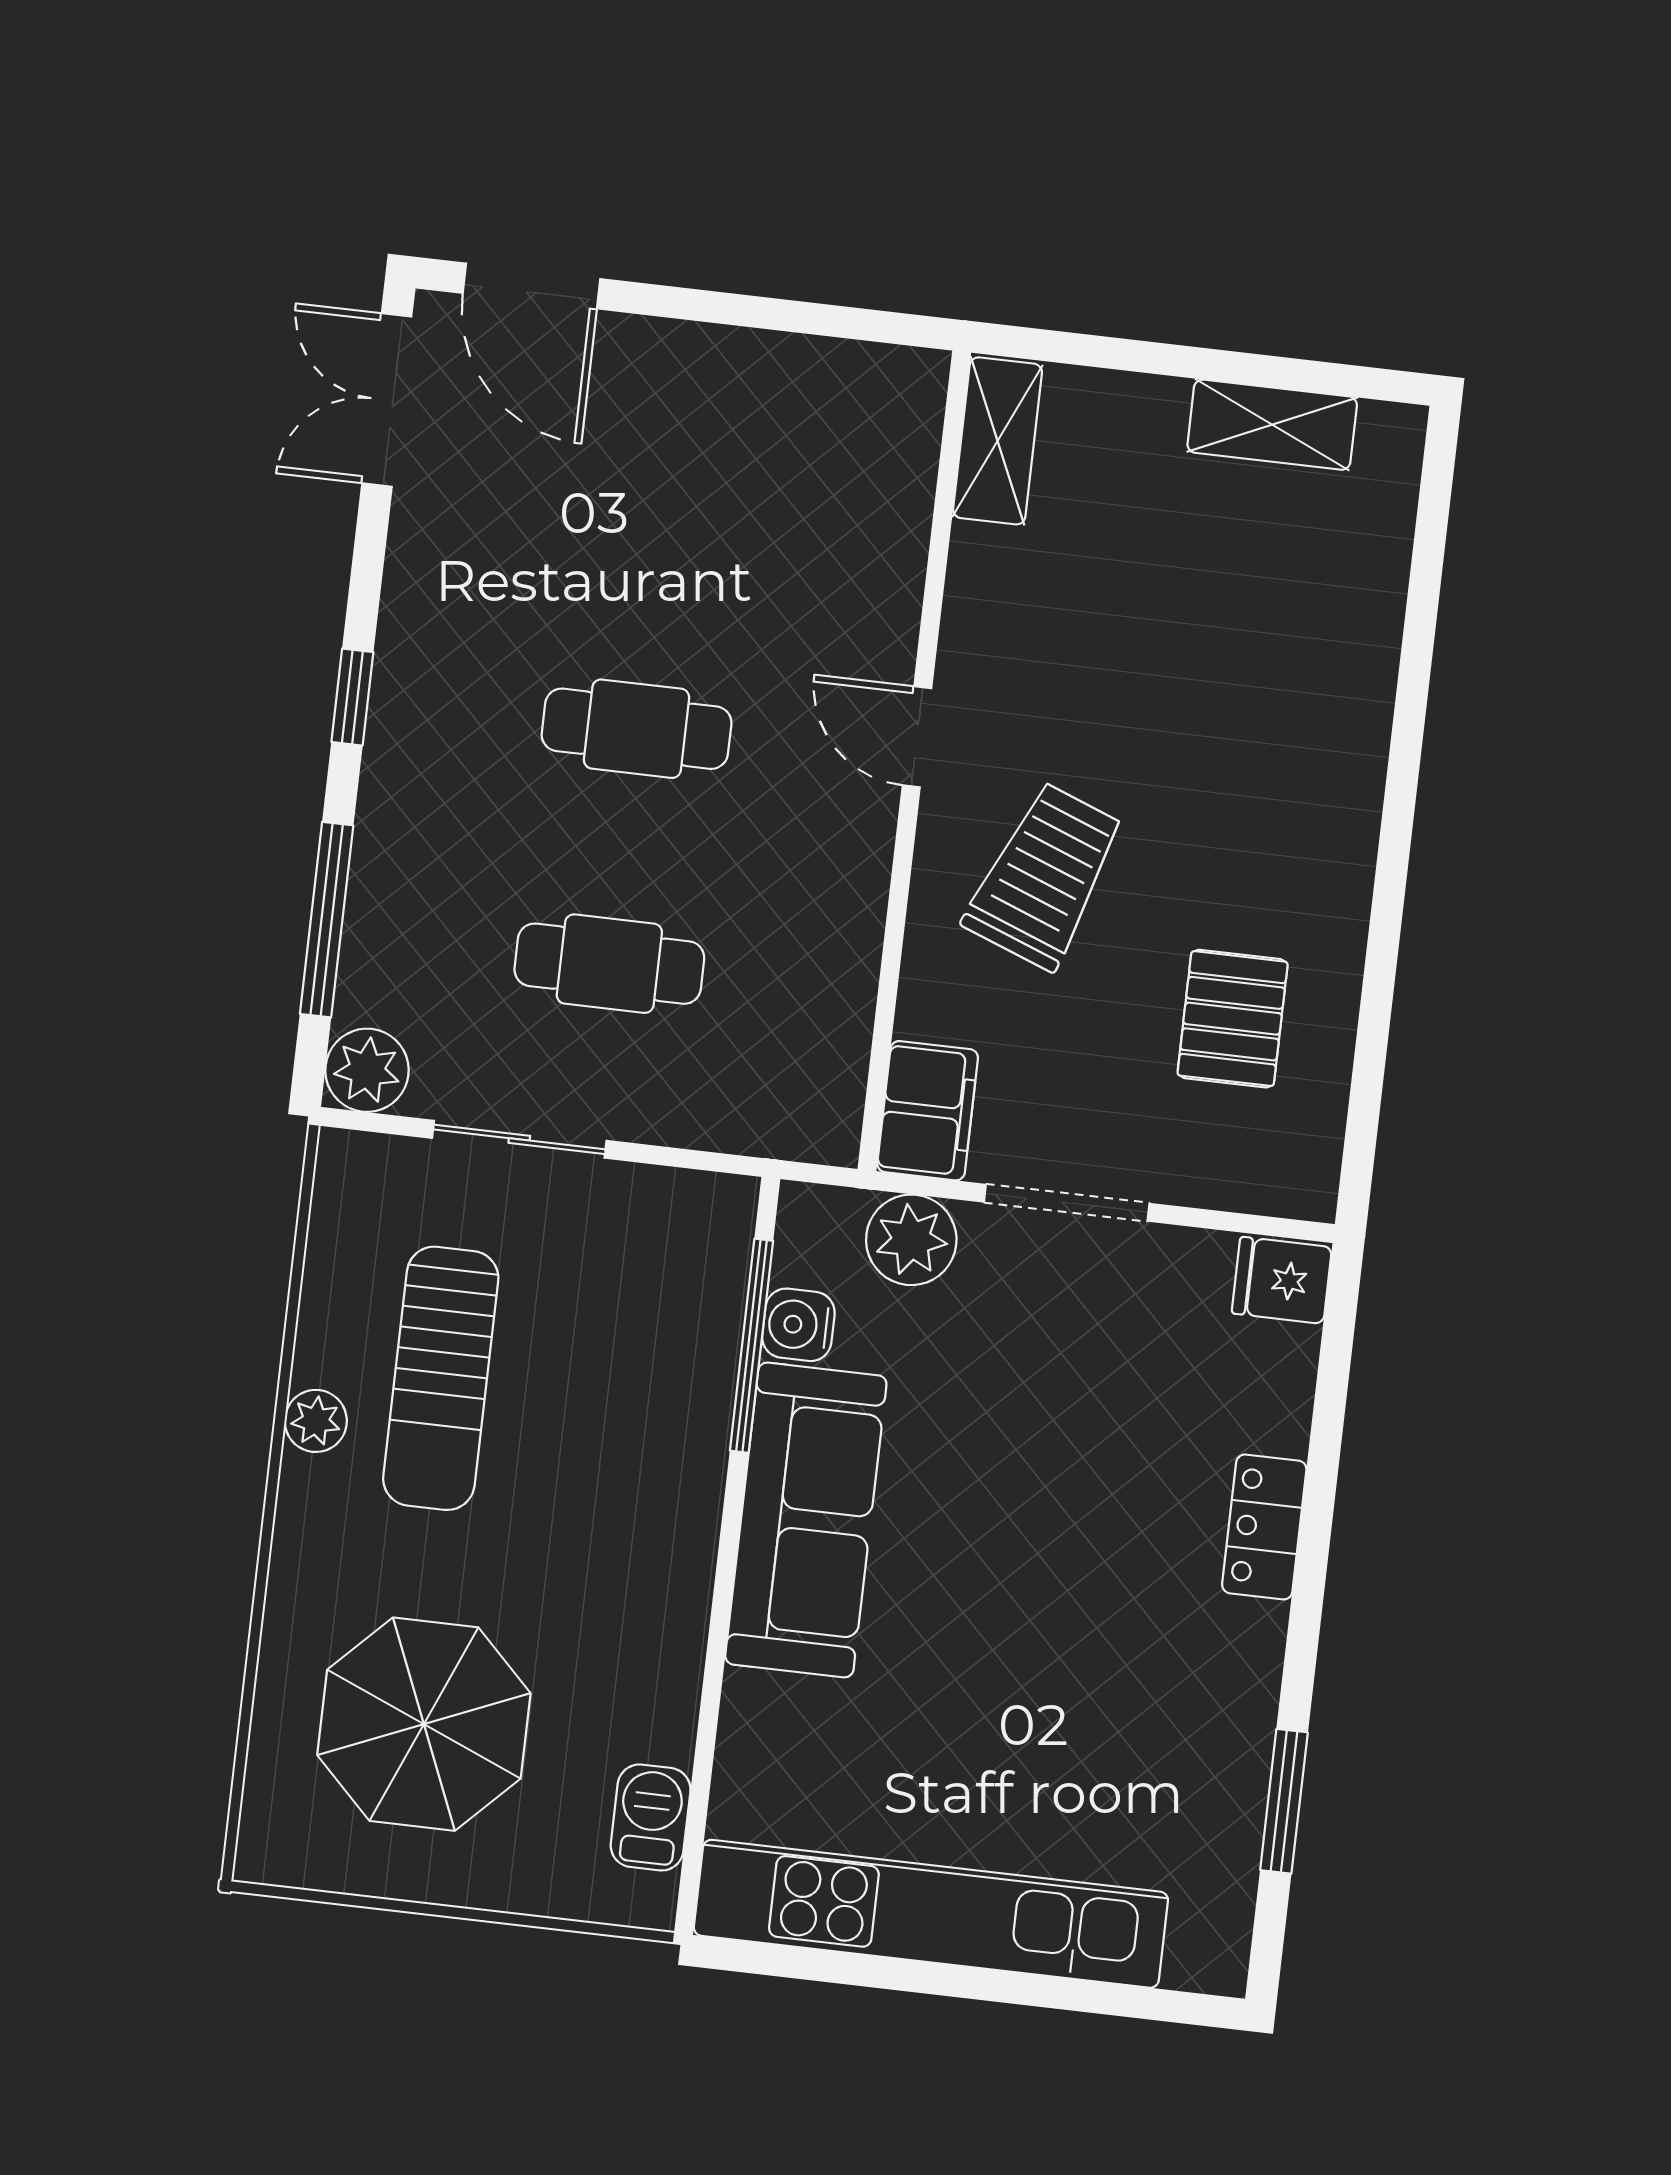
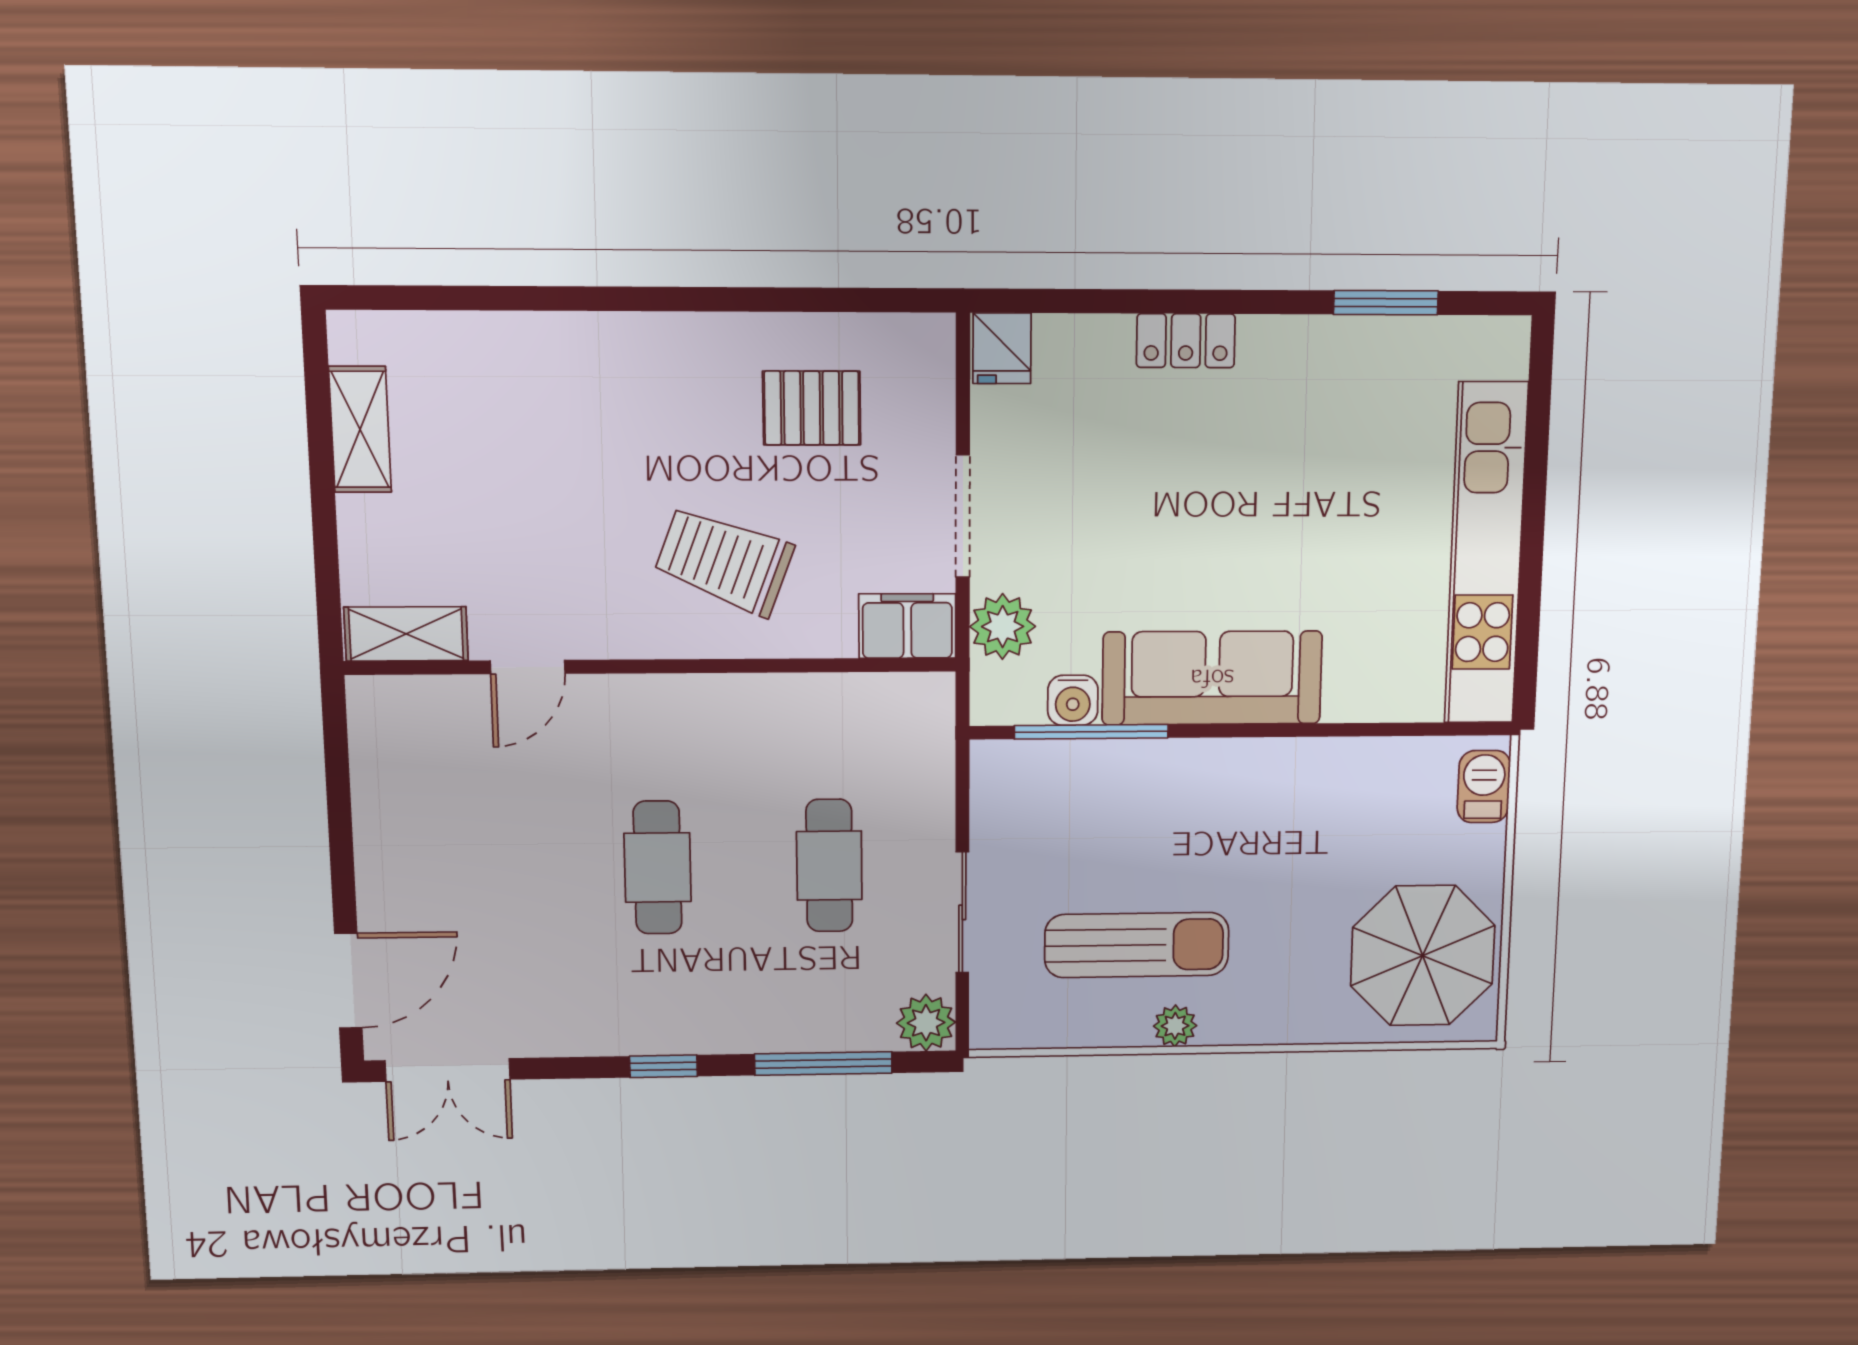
door: (917, 737) -> (528, 667), moved
parasol: (424, 1724) -> (1423, 956), moved
barbecue: (651, 1817) -> (1484, 787), moved, turned 90

